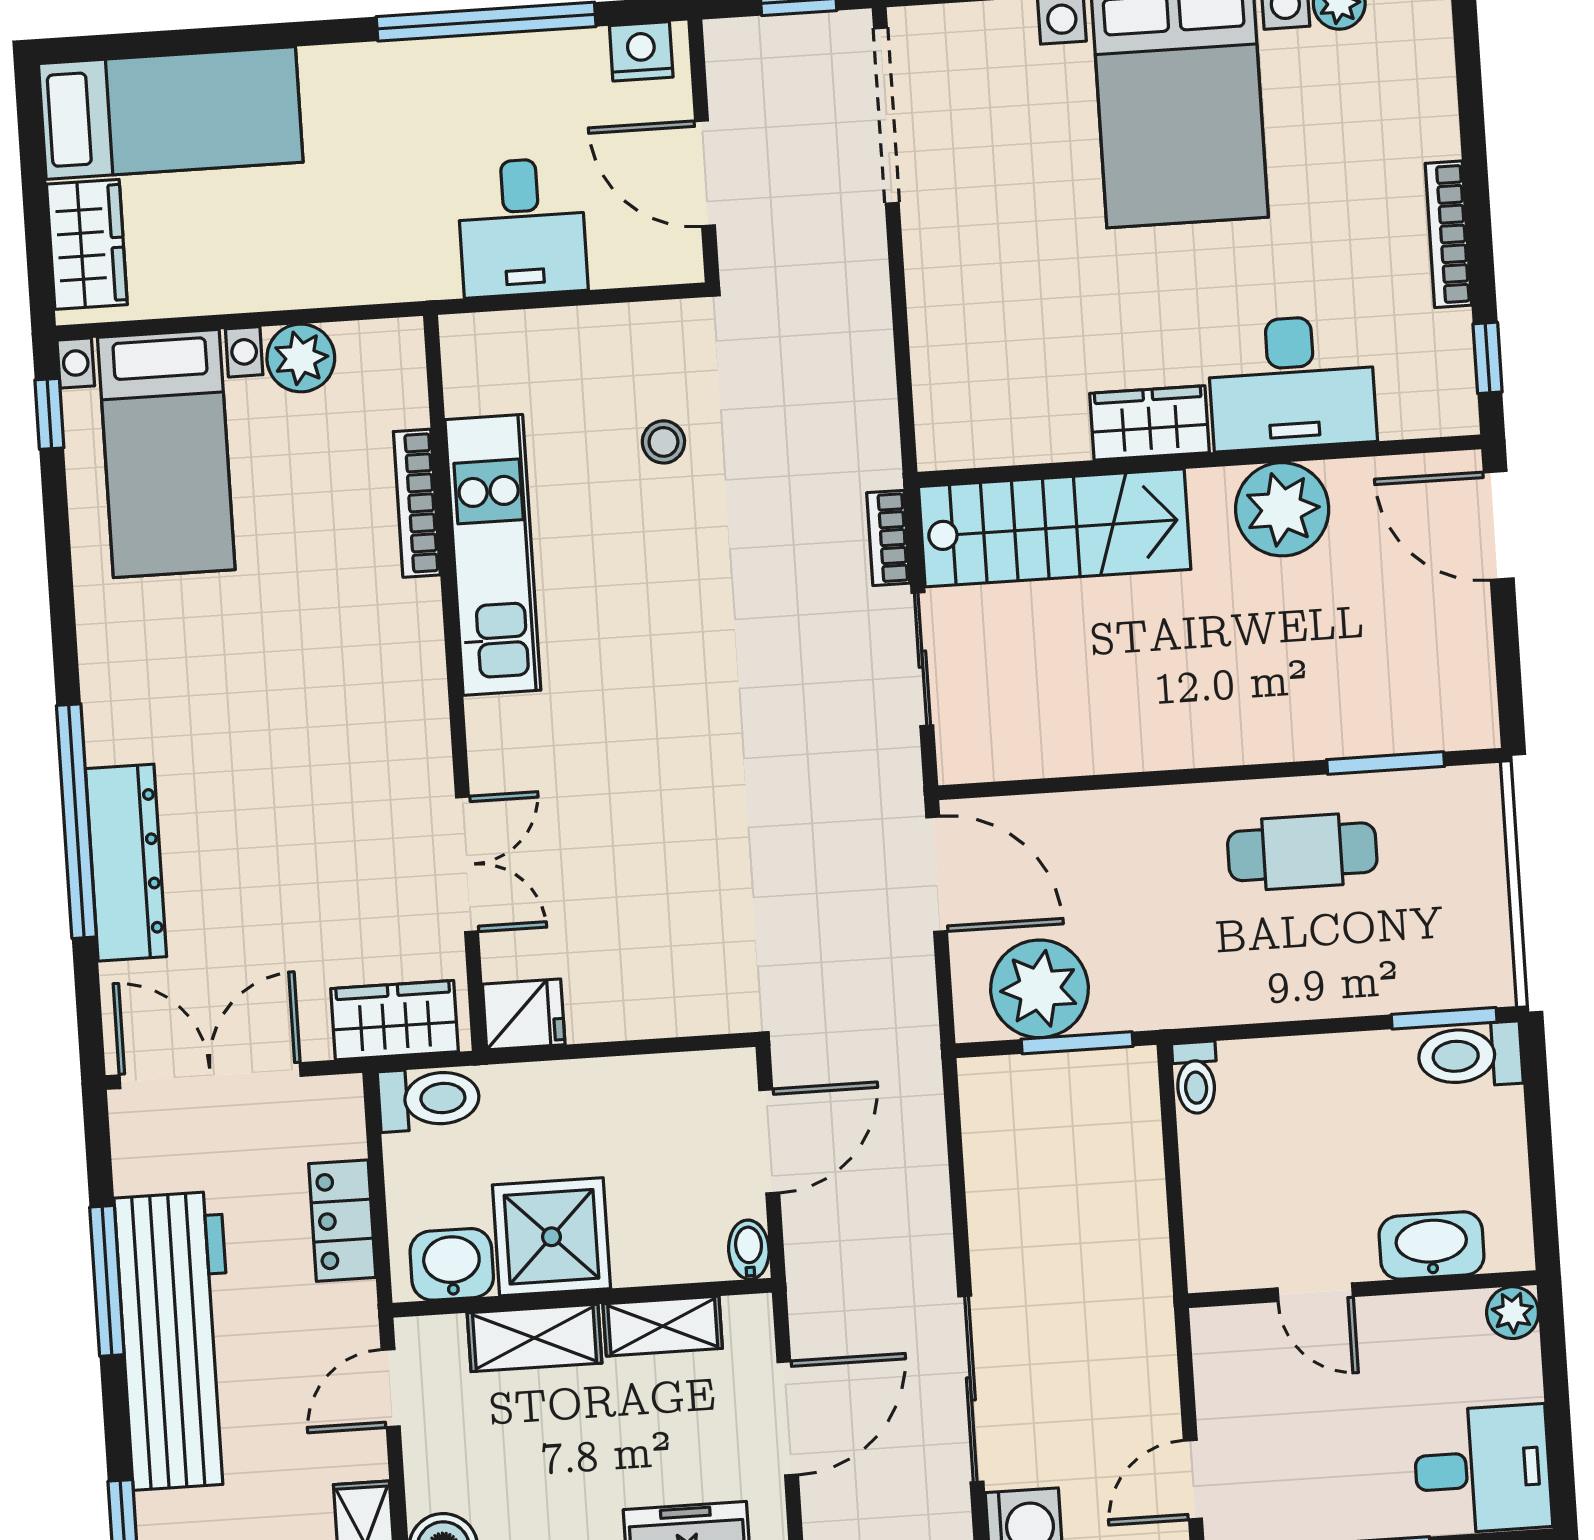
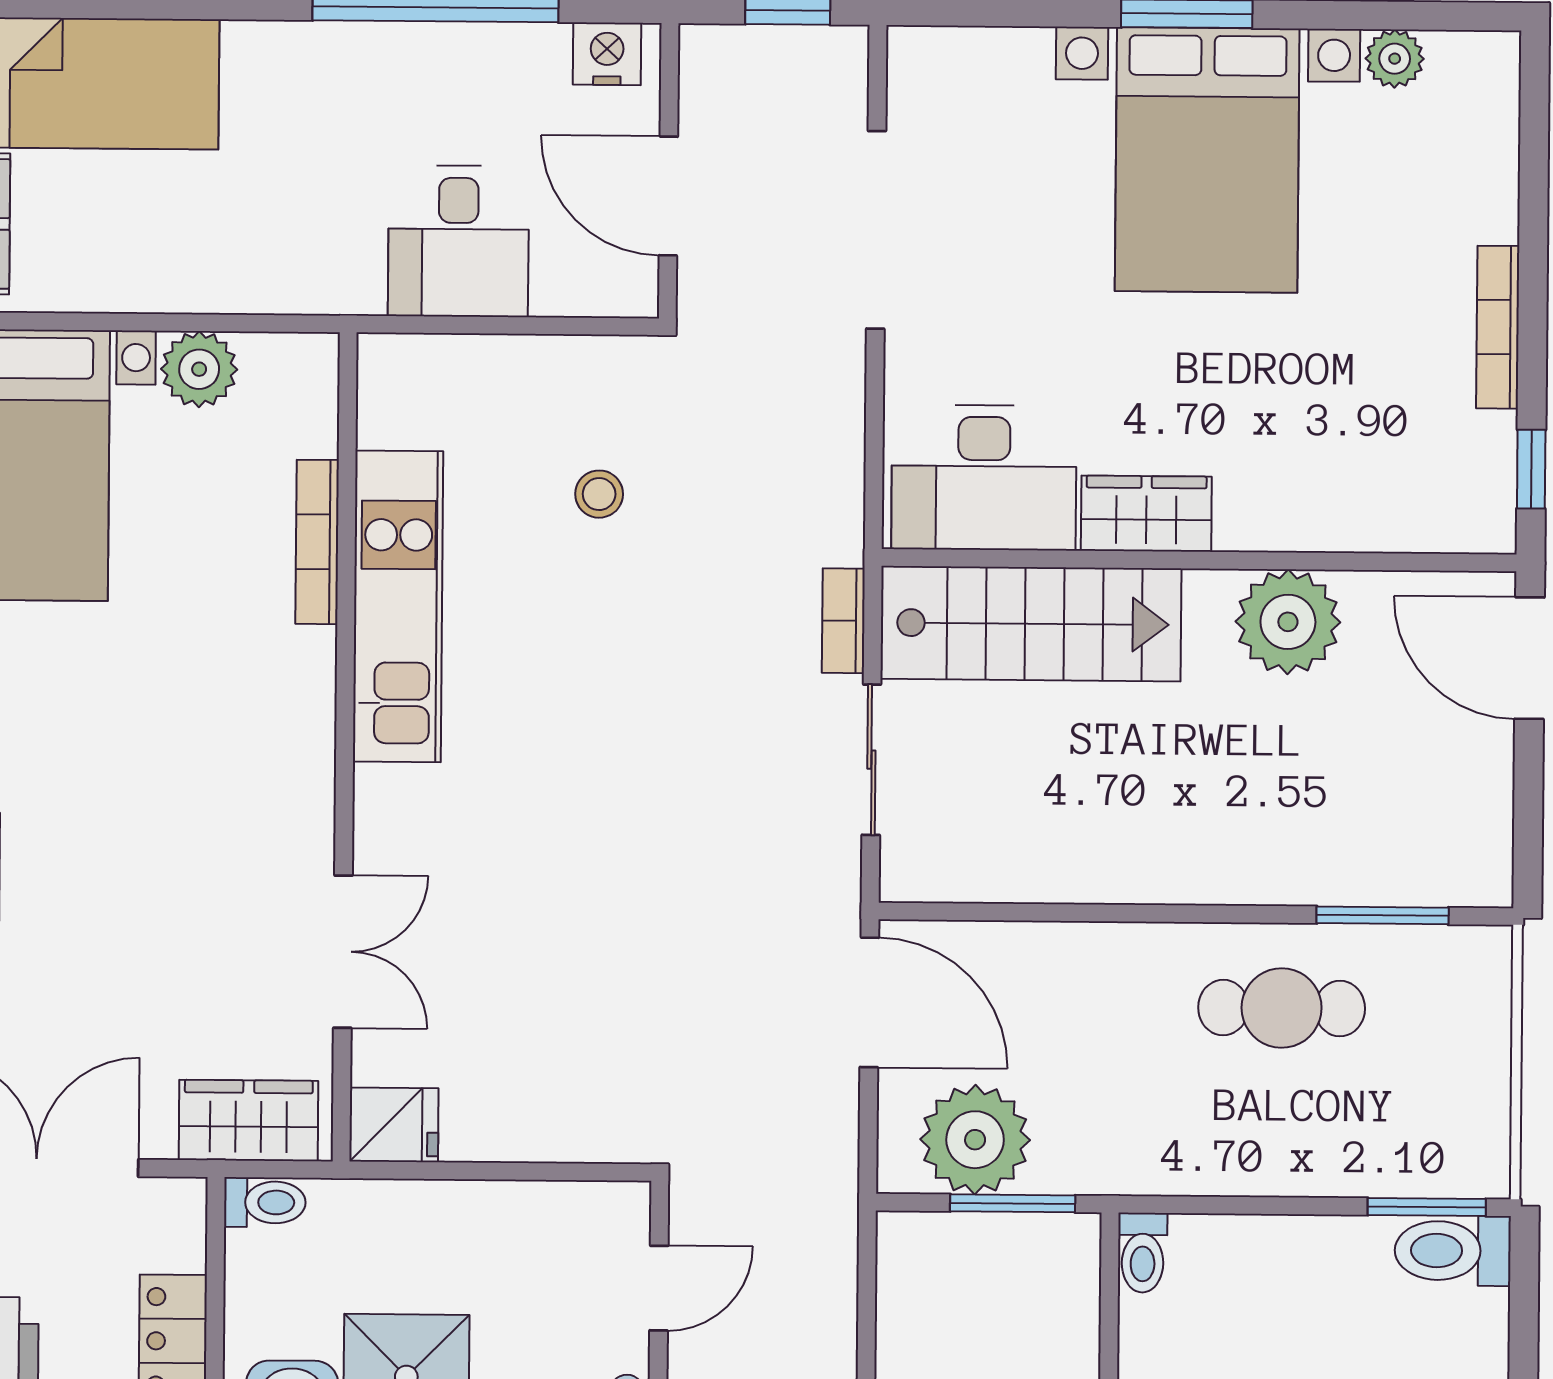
doorway: (886, 116) -> (876, 230), moved
desk: (1292, 383) -> (984, 478), moved
toilet: (429, 1099) -> (265, 1202), width x0.73, depth x0.72
door: (769, 1141) -> (659, 1288), width x0.73

